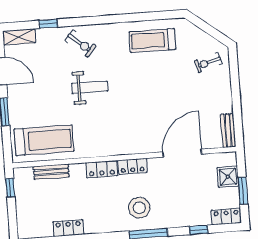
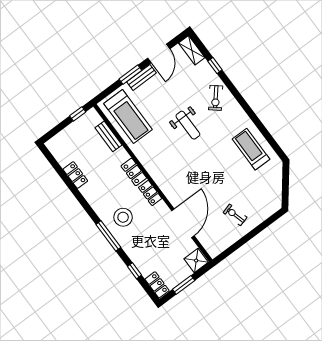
exercise bike: (208, 62) -> (235, 215), moved
bench: (228, 130) -> (142, 77), moved
door: (182, 153) -> (183, 223), hinge flipped
shower: (228, 177) -> (196, 261), moved

